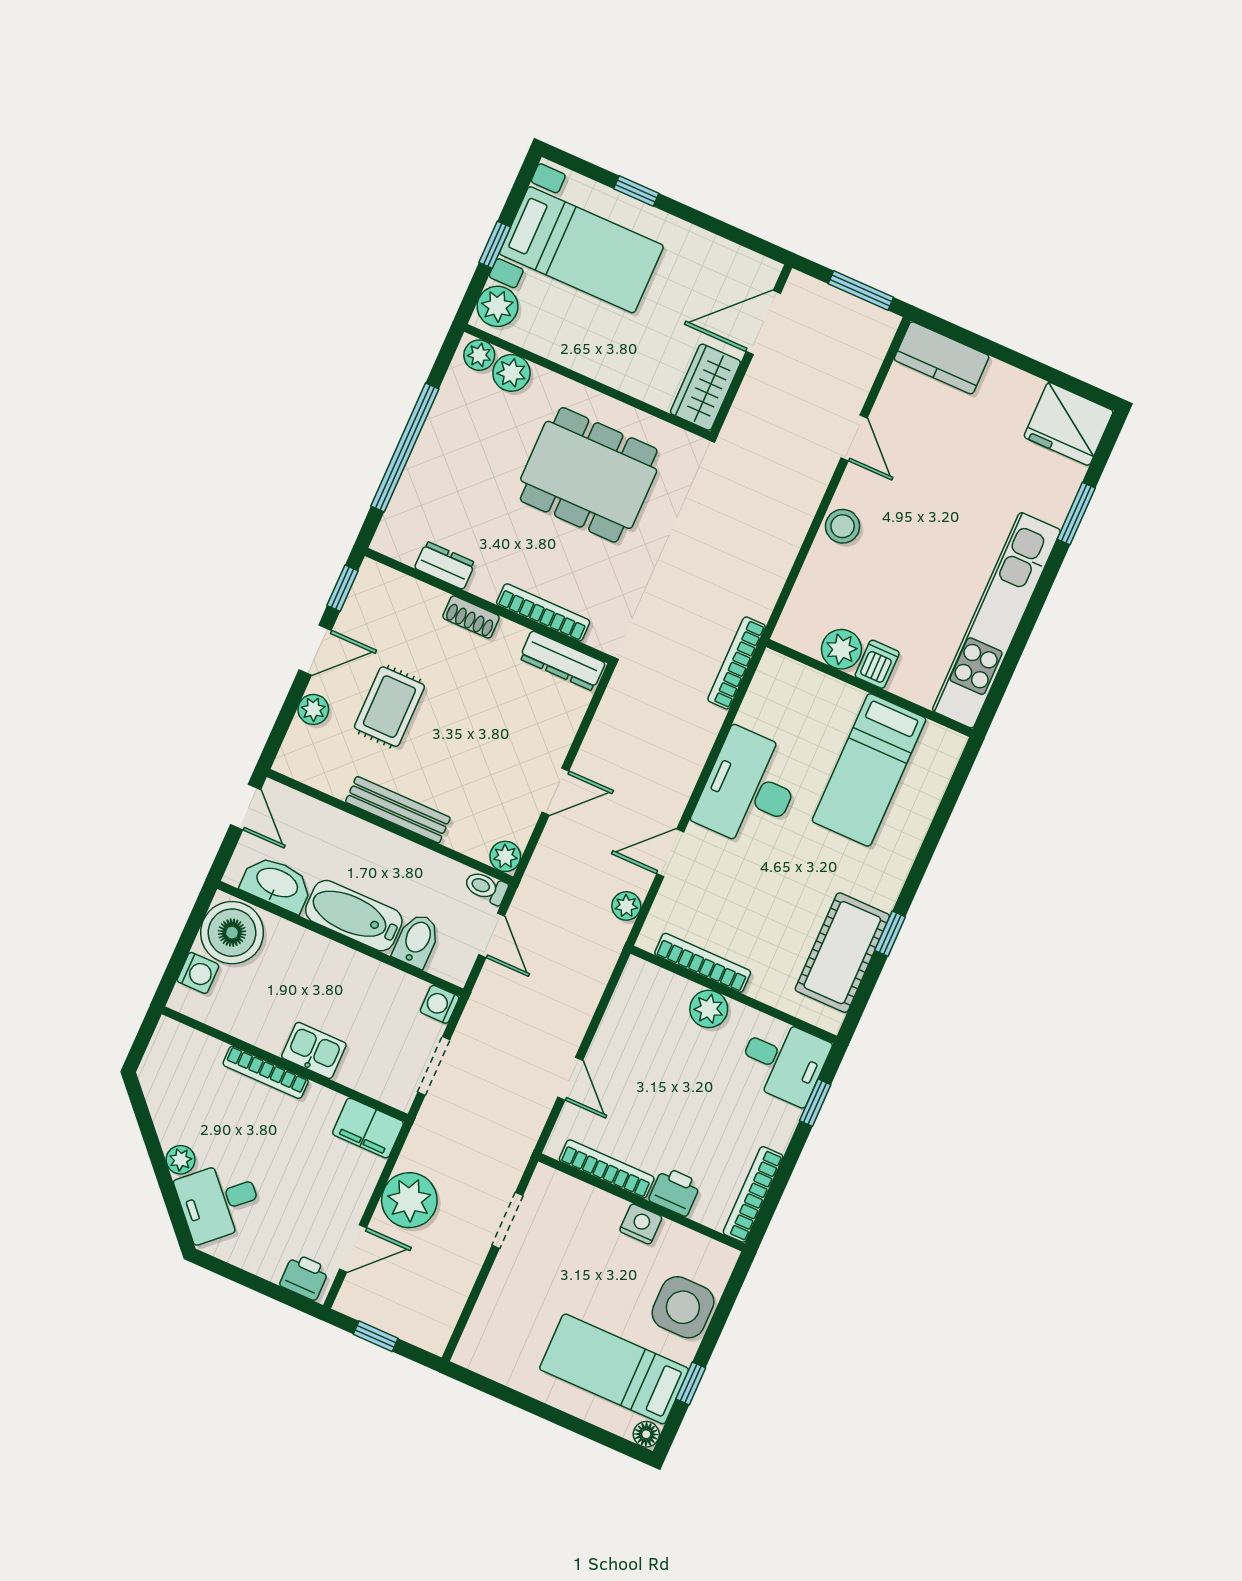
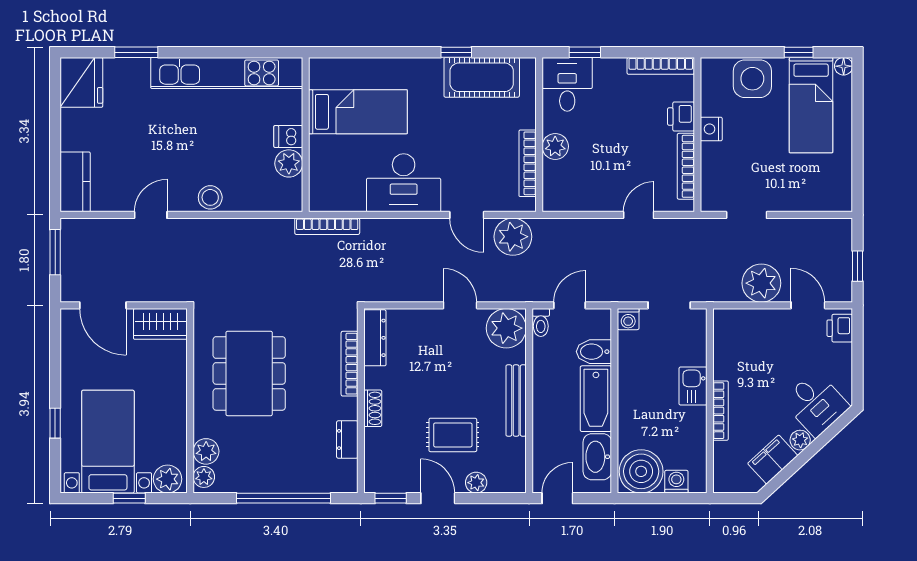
plant: (505, 856) -> (506, 328), width x1.87, depth x1.87
plant: (626, 906) -> (513, 237), width x1.88, depth x1.88
filing cabinet: (368, 1128) -> (773, 459), moved, turned -133

